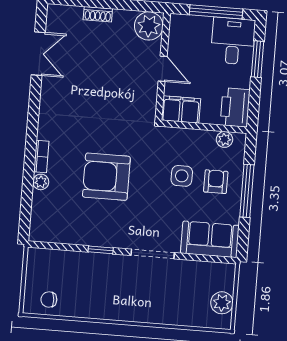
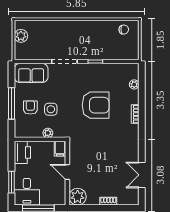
filing cabinet: (181, 109) -> (60, 149), width x0.50
plant: (224, 139) -> (48, 133), moved
plant: (41, 182) -> (134, 84), moved
armchair: (216, 182) -> (30, 107), turned 180

